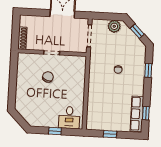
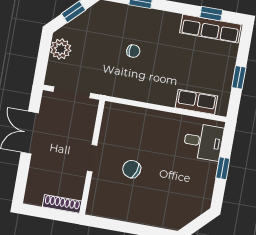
row of seats: (92, 111) -> (196, 102), added

